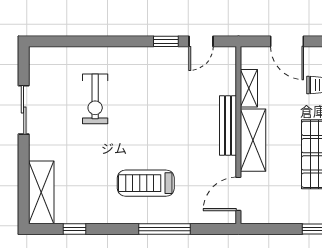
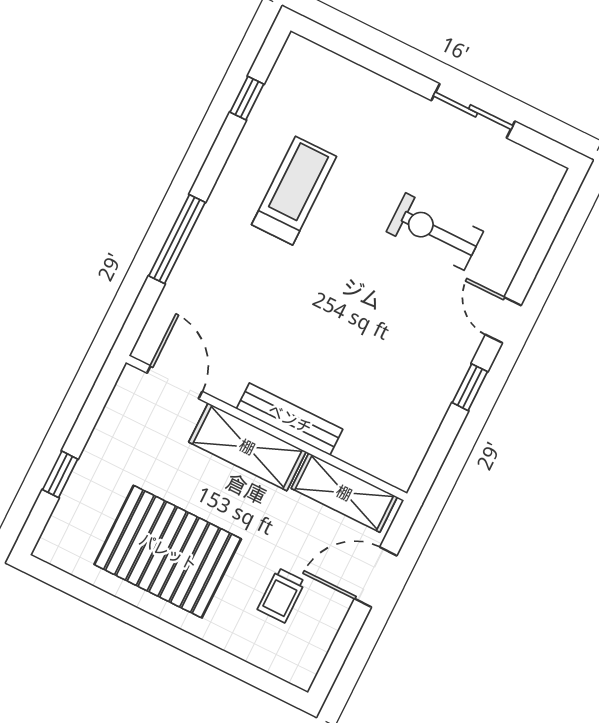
door: (201, 41) -> (503, 320), moved
shelving: (249, 88) -> (344, 493), width x1.50, depth x1.33
treadmill: (146, 183) -> (294, 191), moved
shelving: (41, 192) -> (330, 74), removed

